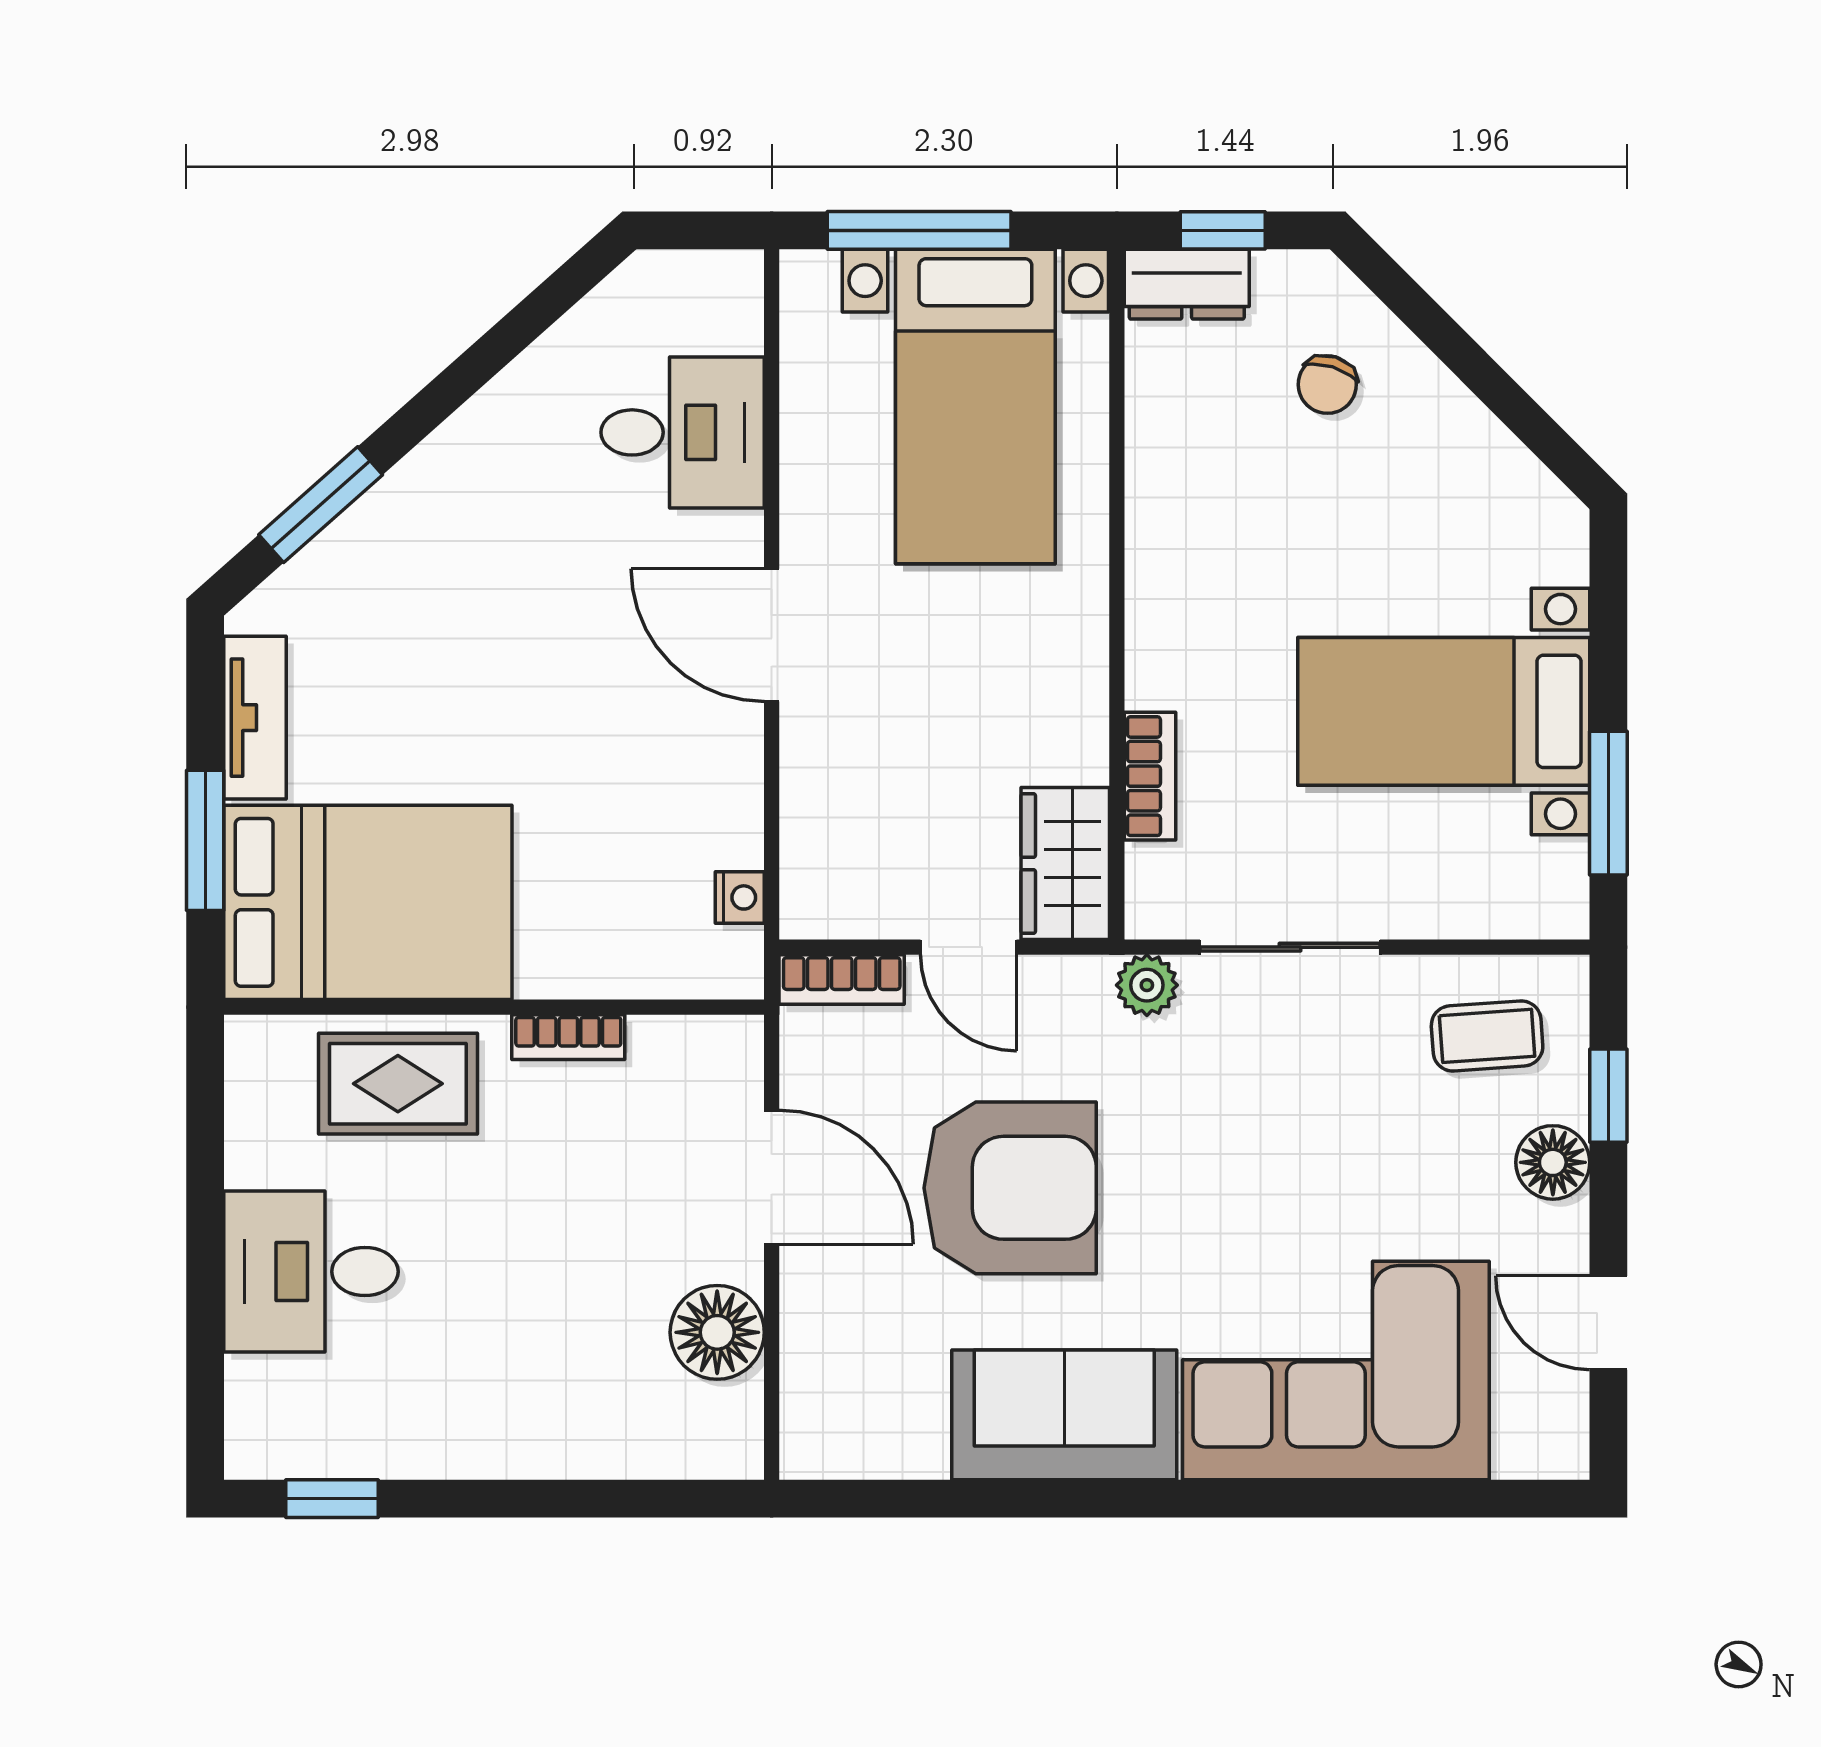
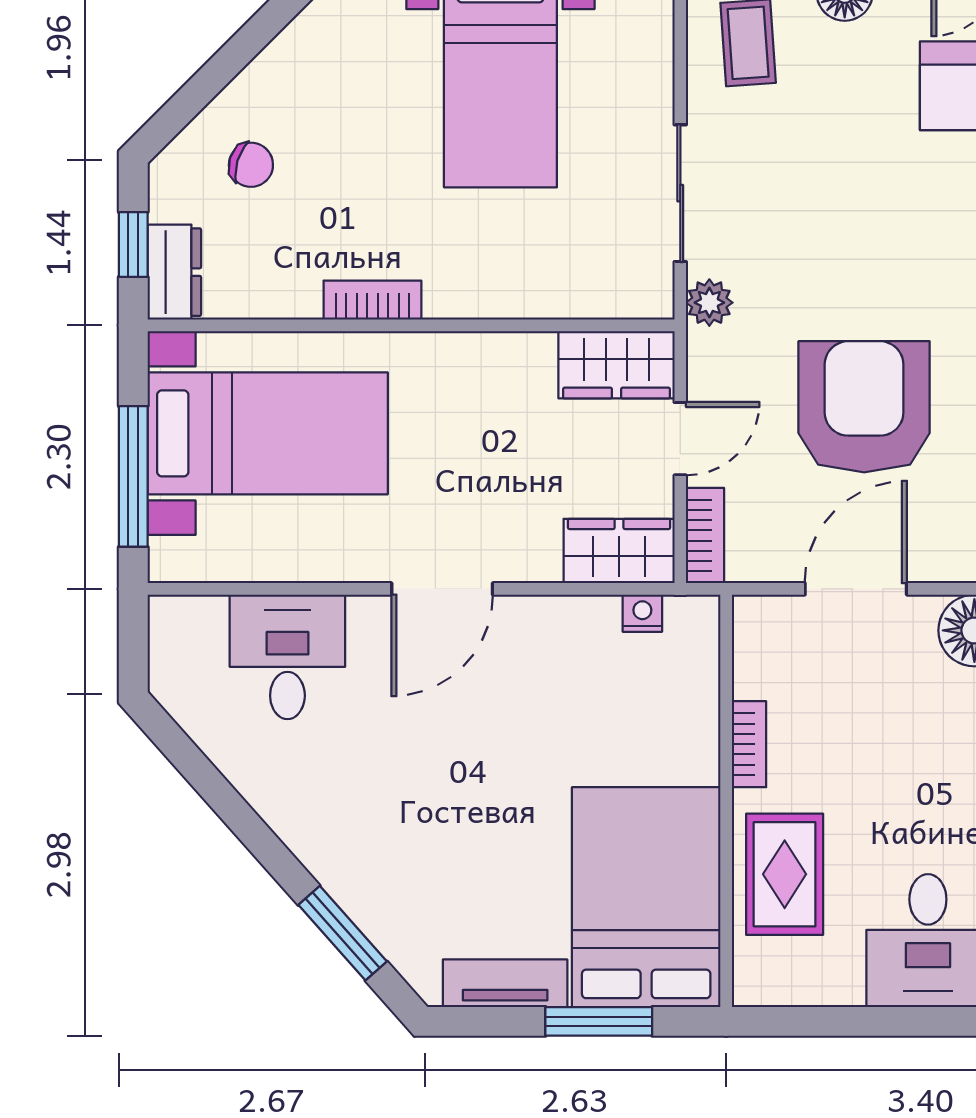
bookcase: (1150, 776) -> (372, 300), moved
wardrobe: (821, 867) -> (619, 551), added

